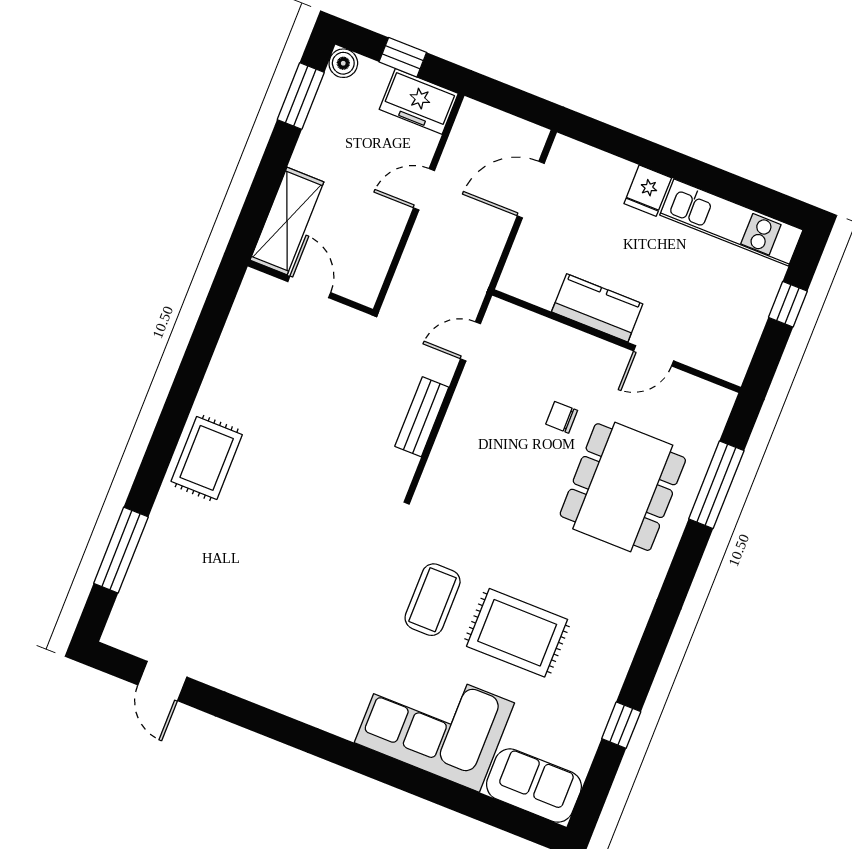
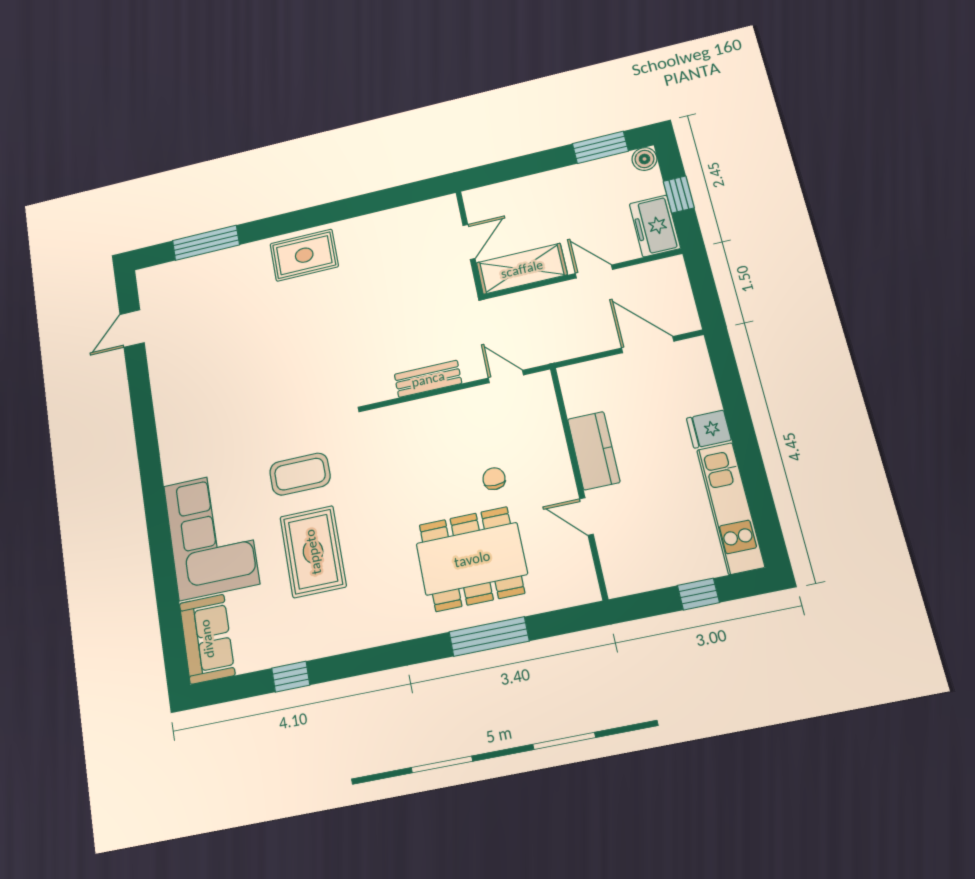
shelving: (287, 221) -> (522, 269), moved
window: (716, 485) -> (489, 636), moved

